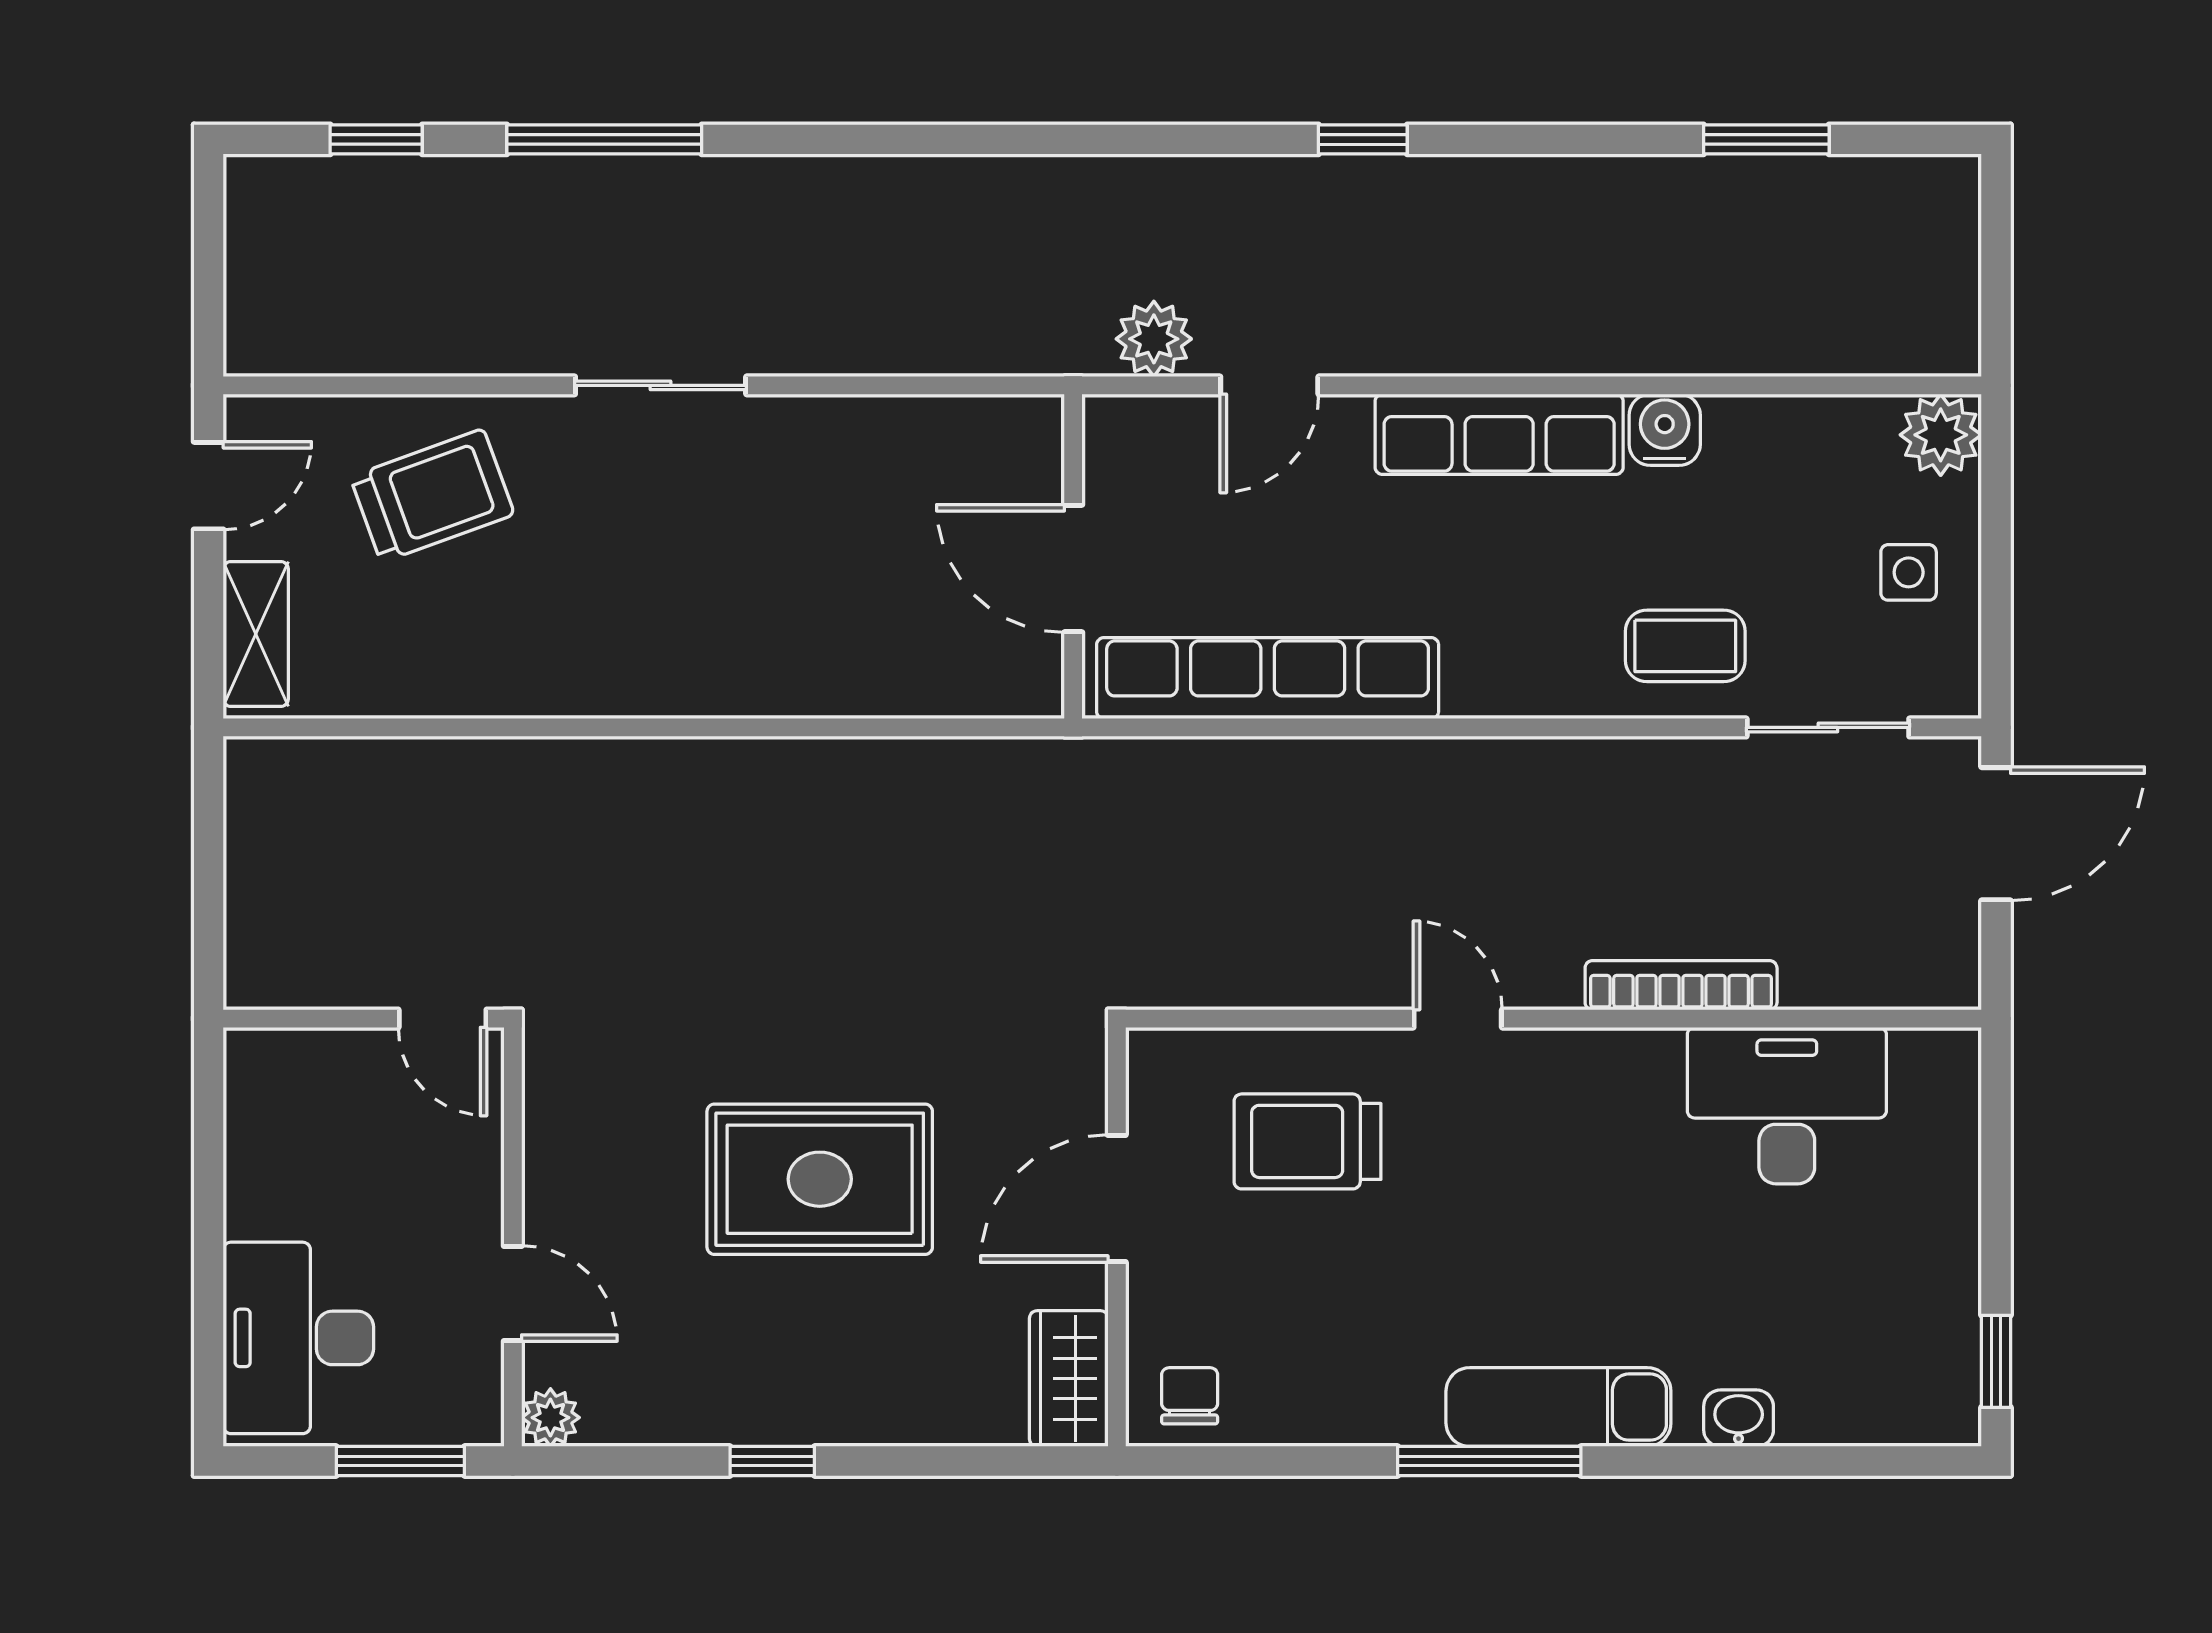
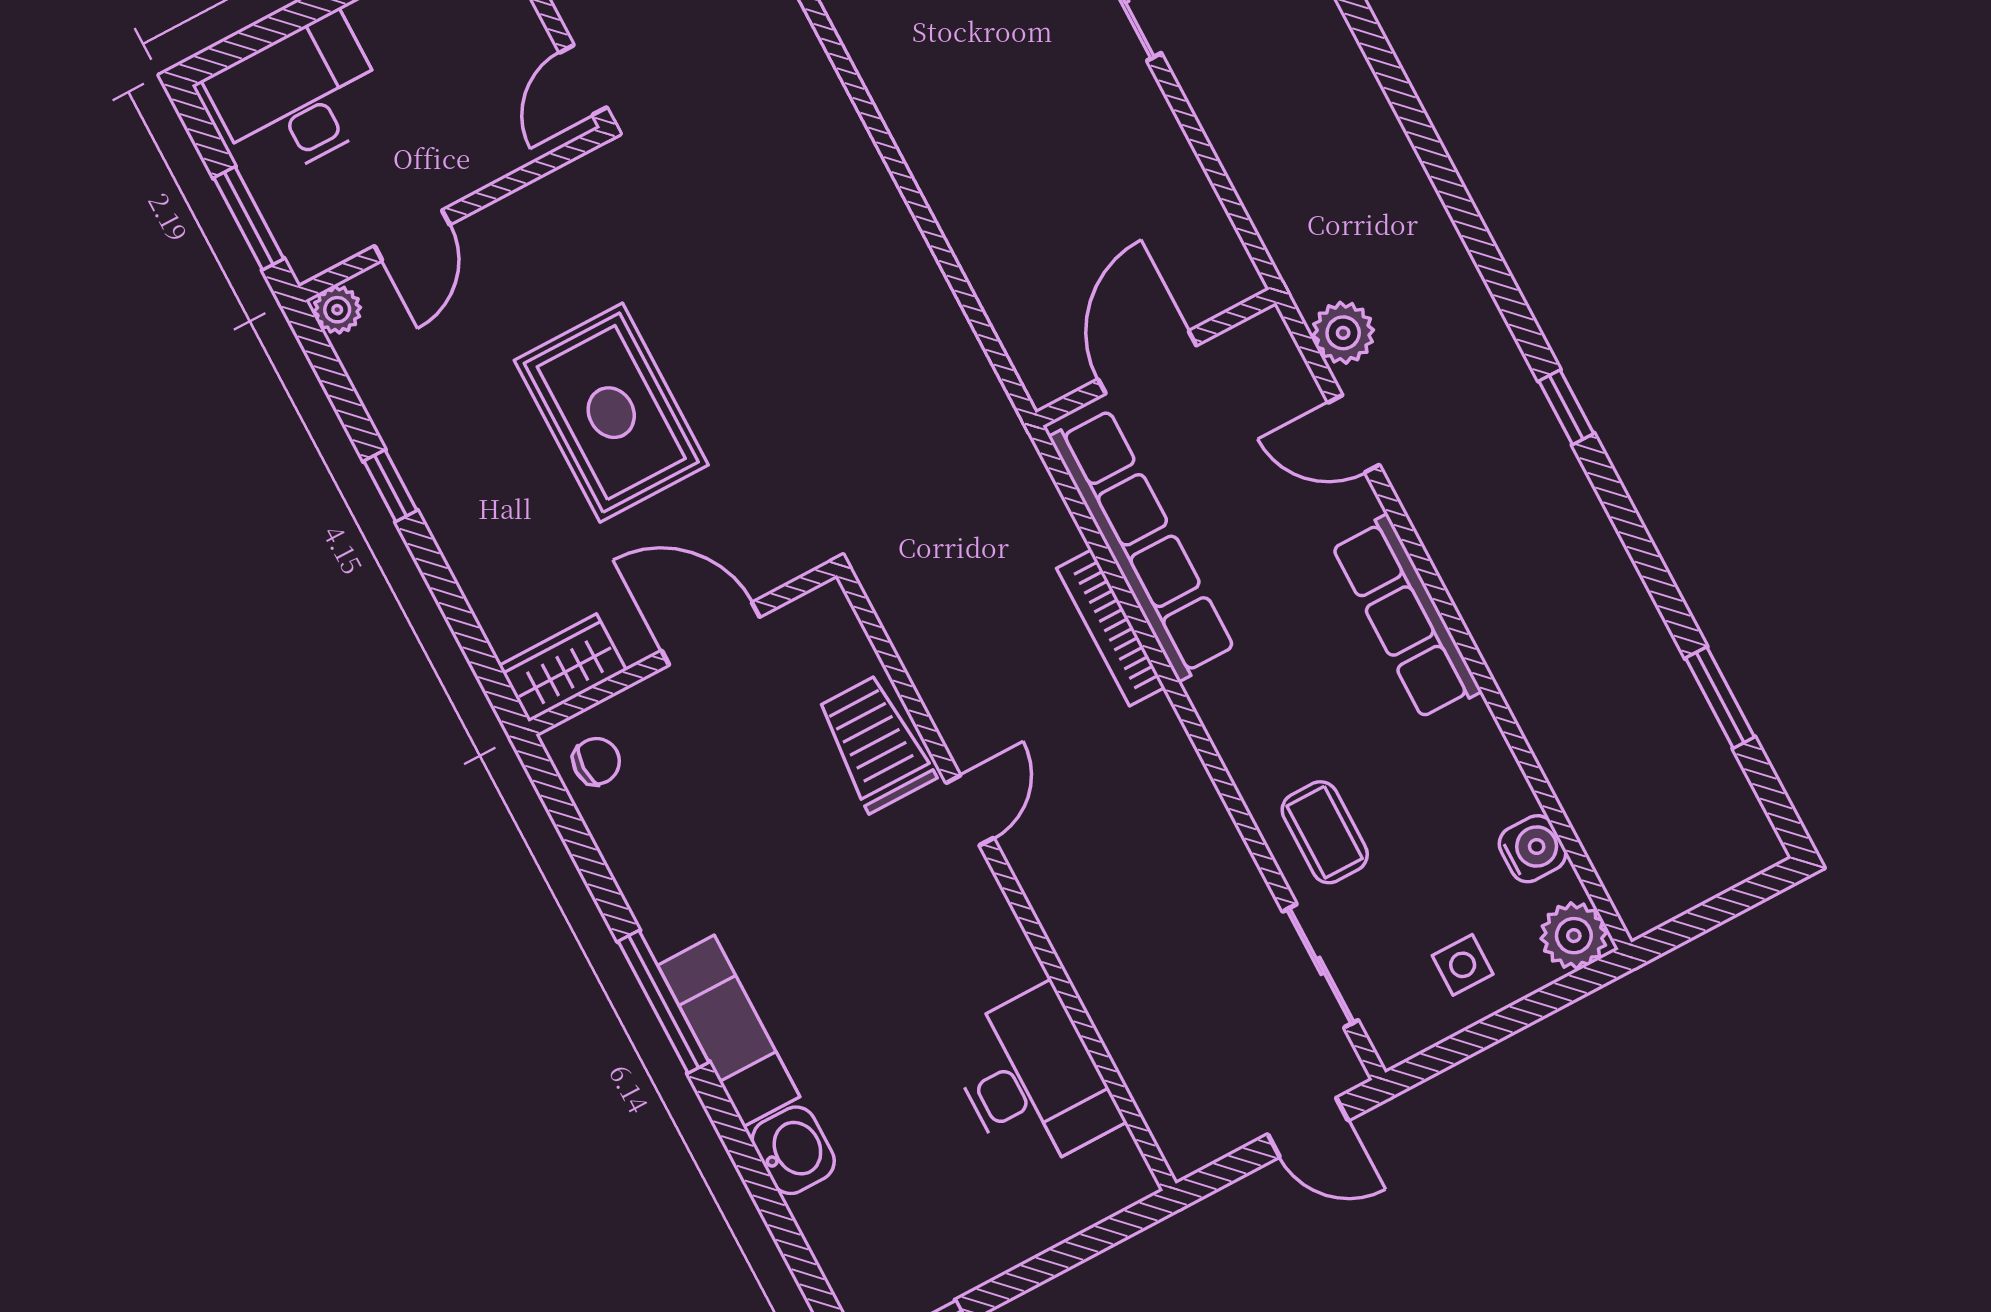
water cooler: (1665, 430) -> (1533, 849), moved
door: (1996, 834) -> (1308, 1127), width x0.73
bookcase: (1681, 985) -> (1111, 628), moved, turned 180
trolley: (1307, 1141) -> (875, 743), moved
washbasin: (1739, 1418) -> (793, 1150), width x1.38, depth x1.45

